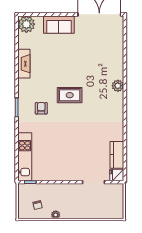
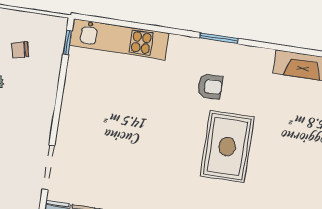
rug: (70, 95) -> (227, 146), width x1.36, depth x1.43

